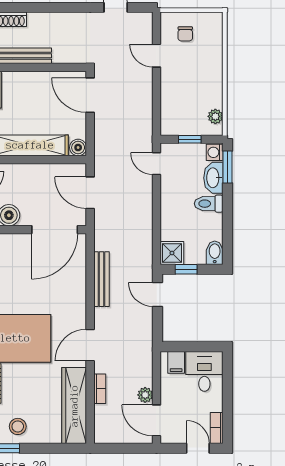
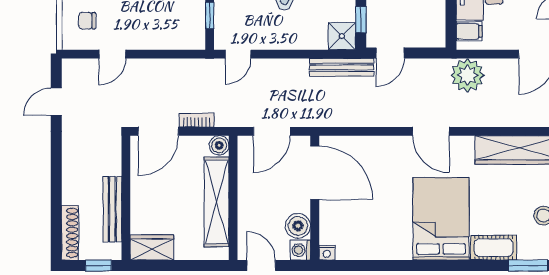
chair: (185, 34) -> (87, 21), turned 180
bench: (102, 279) -> (342, 67), moved
door: (90, 345) -> (431, 131), moved
bookcase: (100, 389) -> (197, 120), moved
plant: (145, 395) -> (468, 75), moved, width x1.88, depth x1.88

